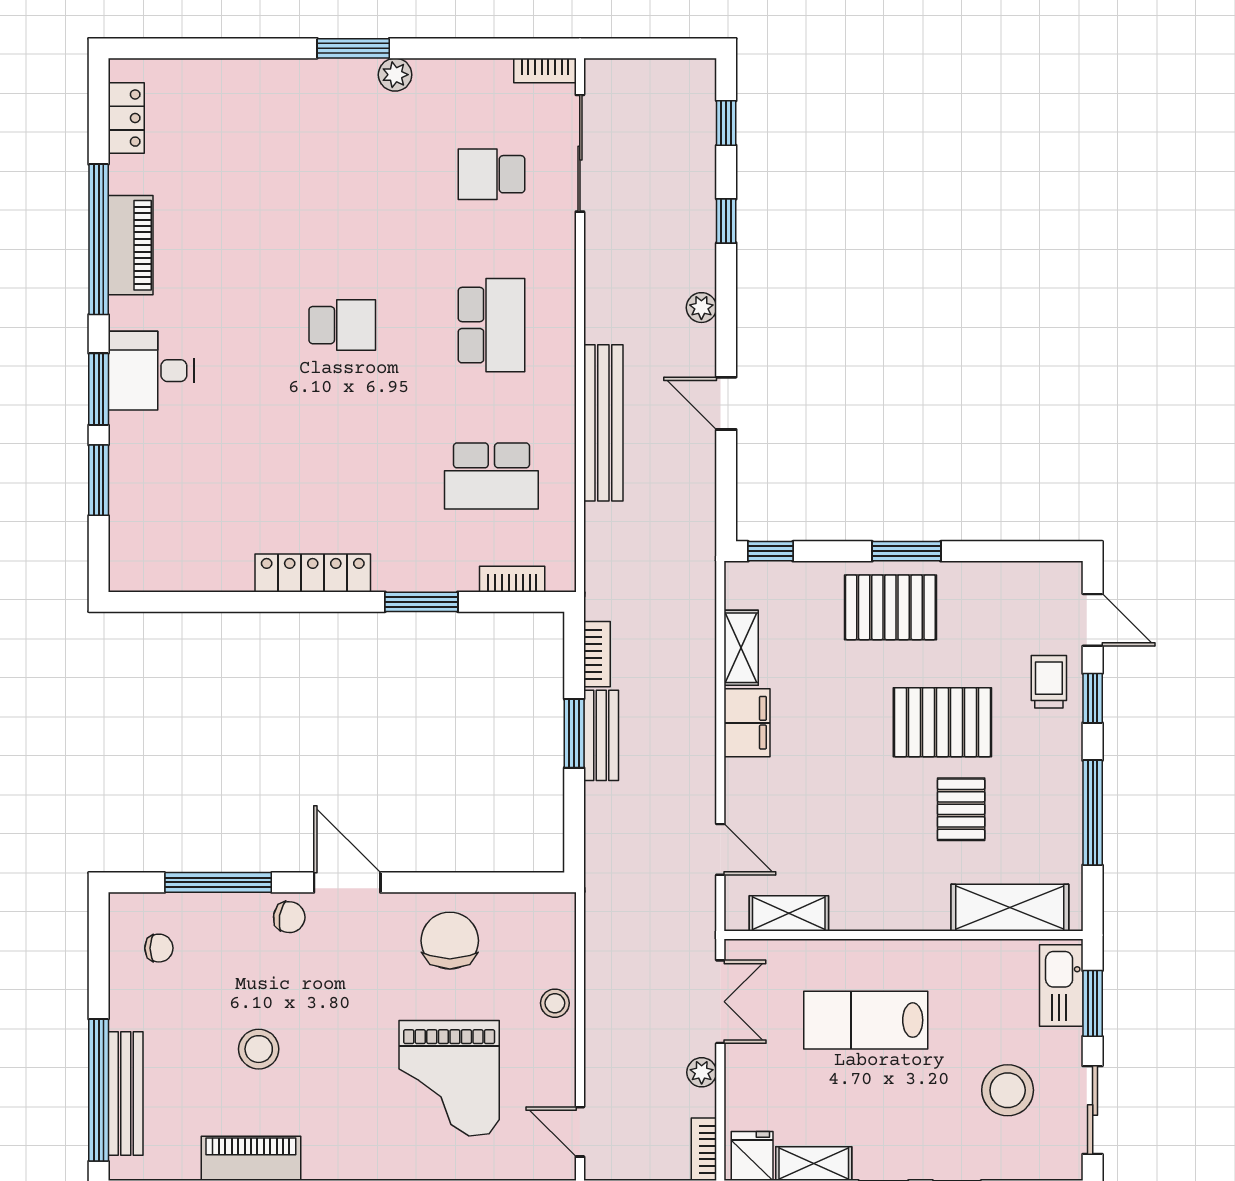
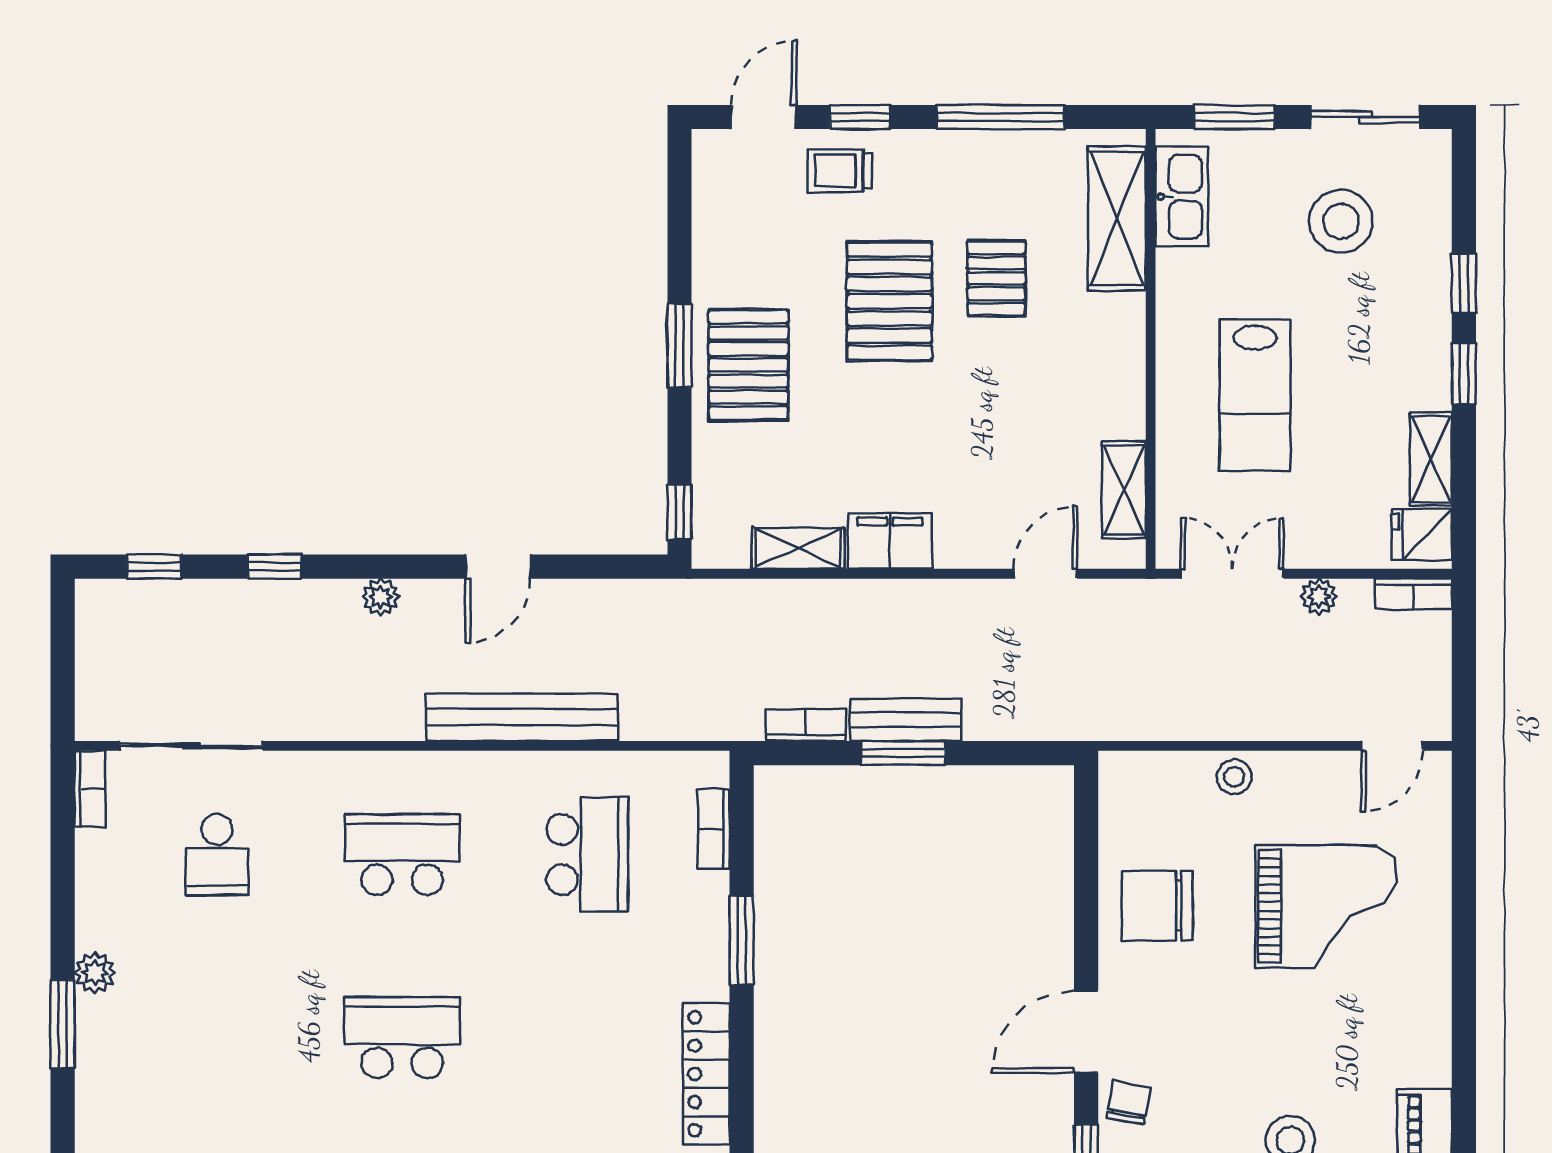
school desk: (342, 325) -> (402, 1038), width x1.85
pallet: (961, 809) -> (996, 278), turned 90
kitchen sink: (1061, 986) -> (1182, 197), moved, turned -90

